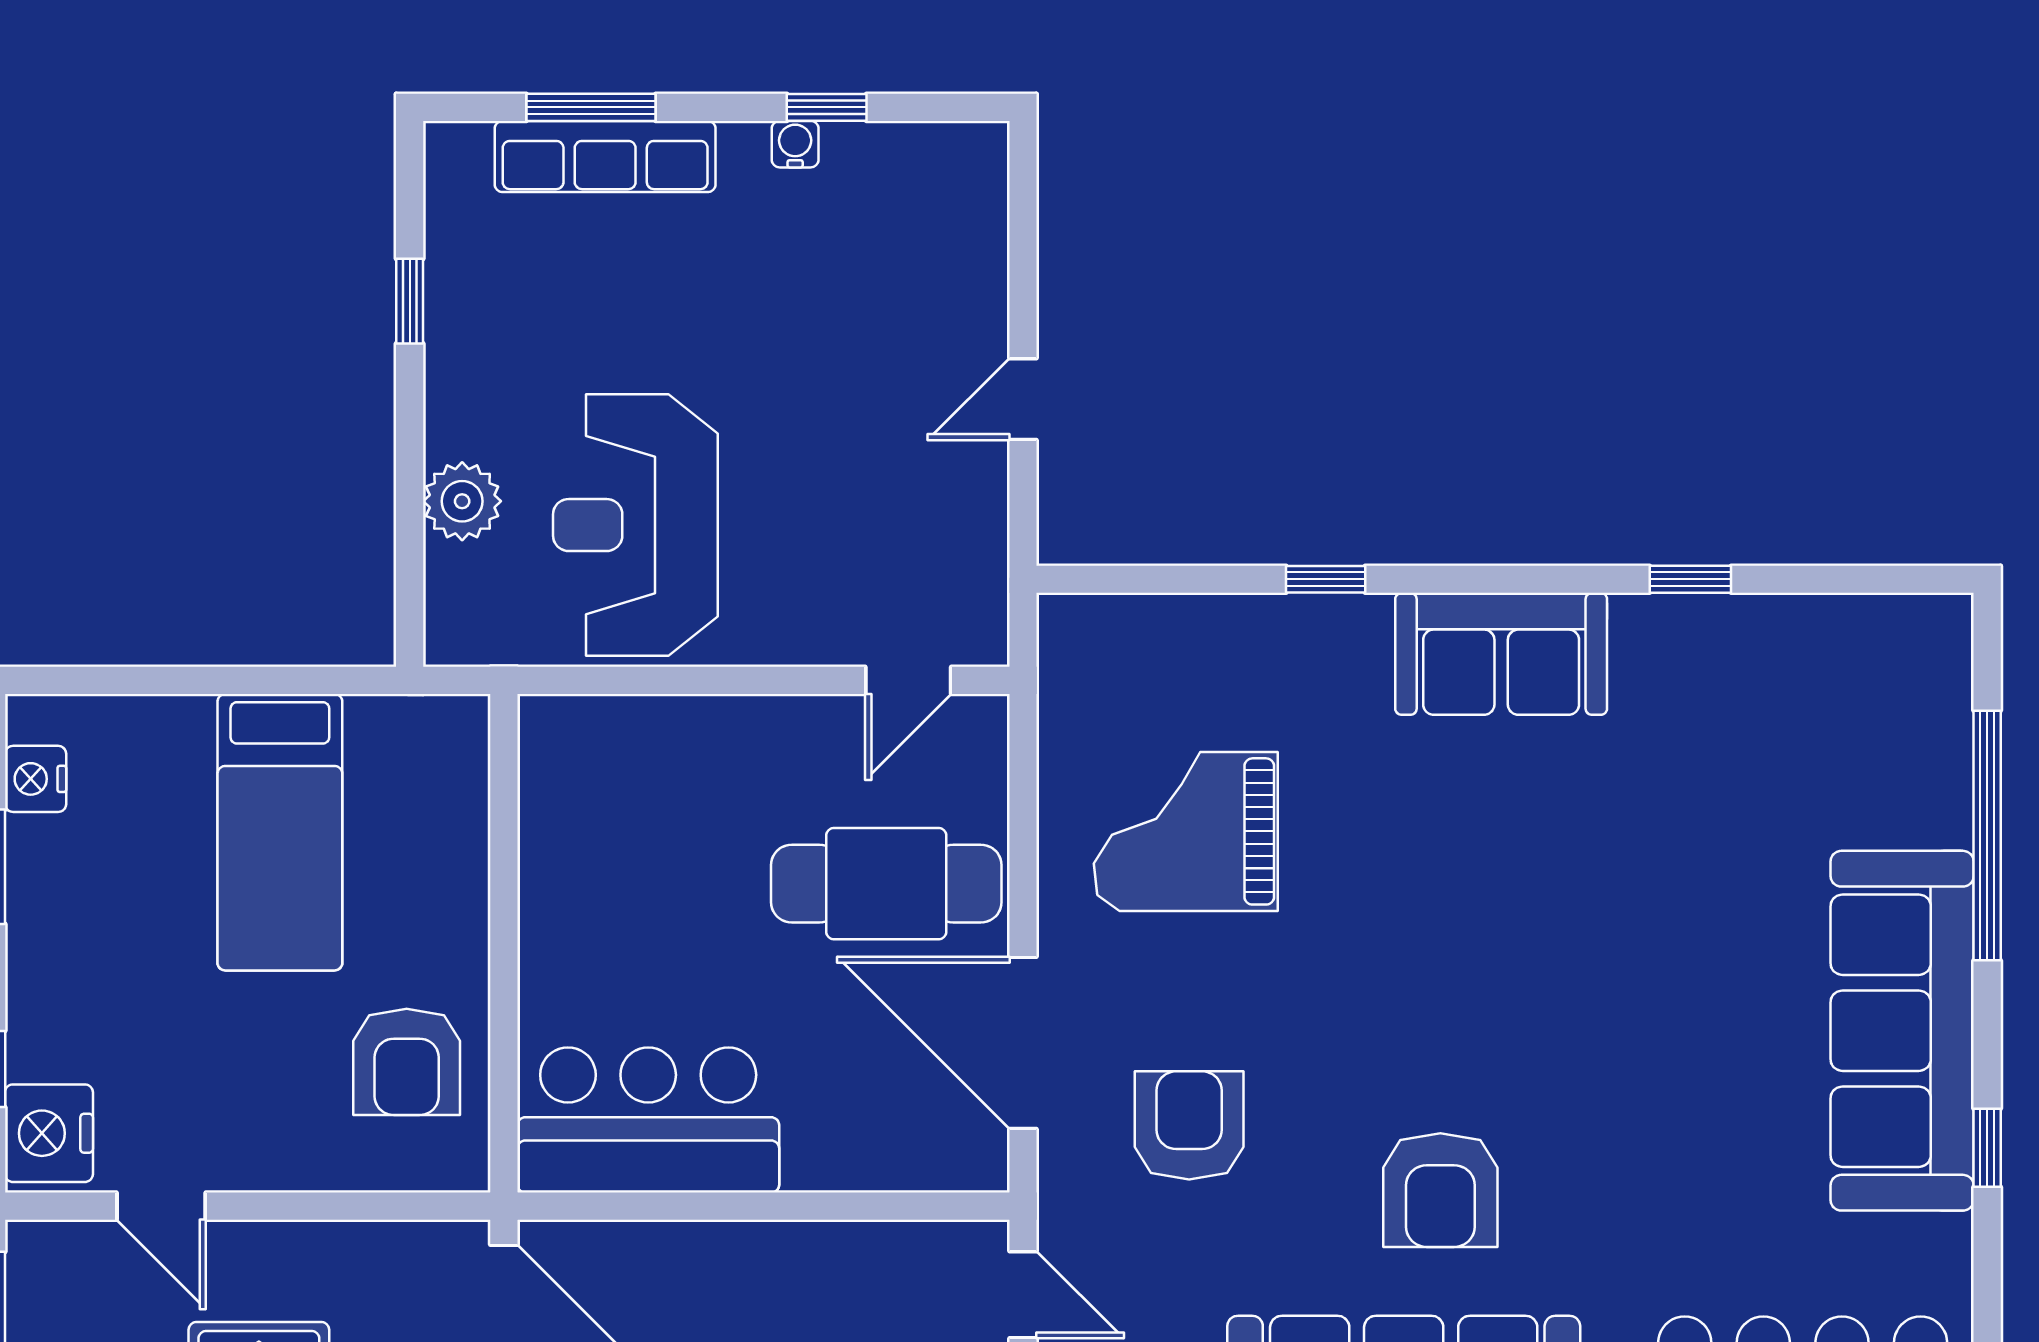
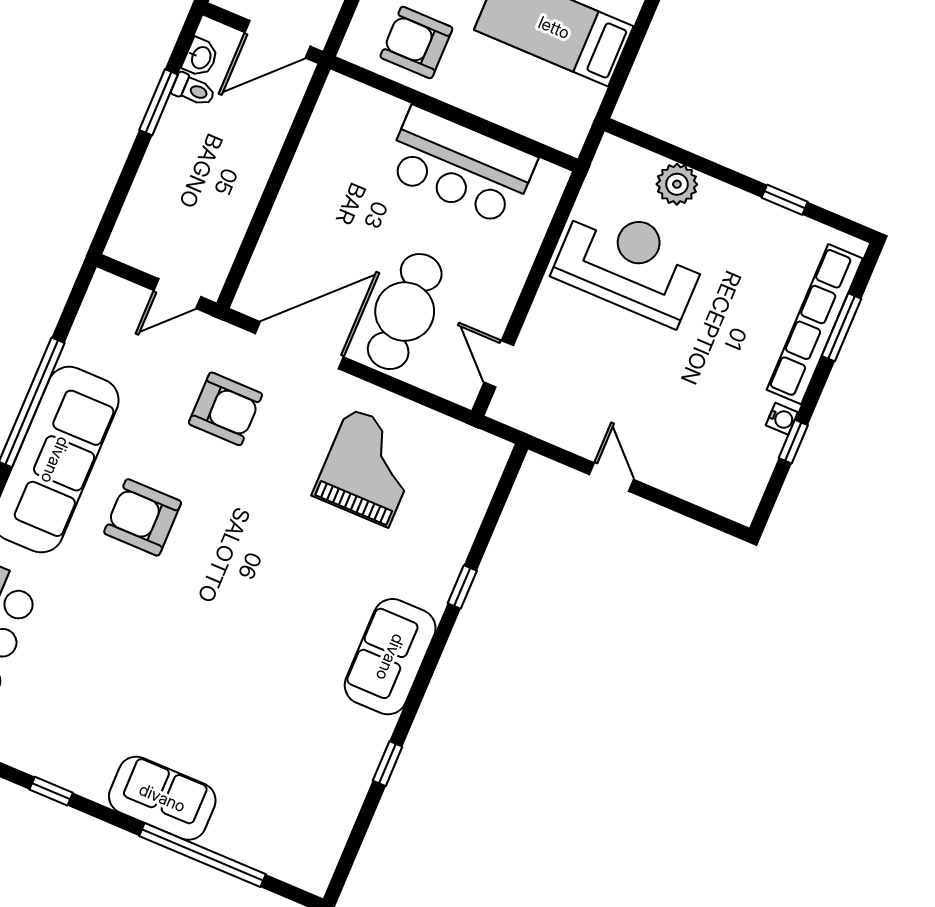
row of seats: (605, 156) -> (815, 324), width x1.36
sofa: (1902, 1031) -> (162, 798), width x0.54, depth x0.79
bar counter: (648, 1120) -> (460, 166), moved, turned 90

